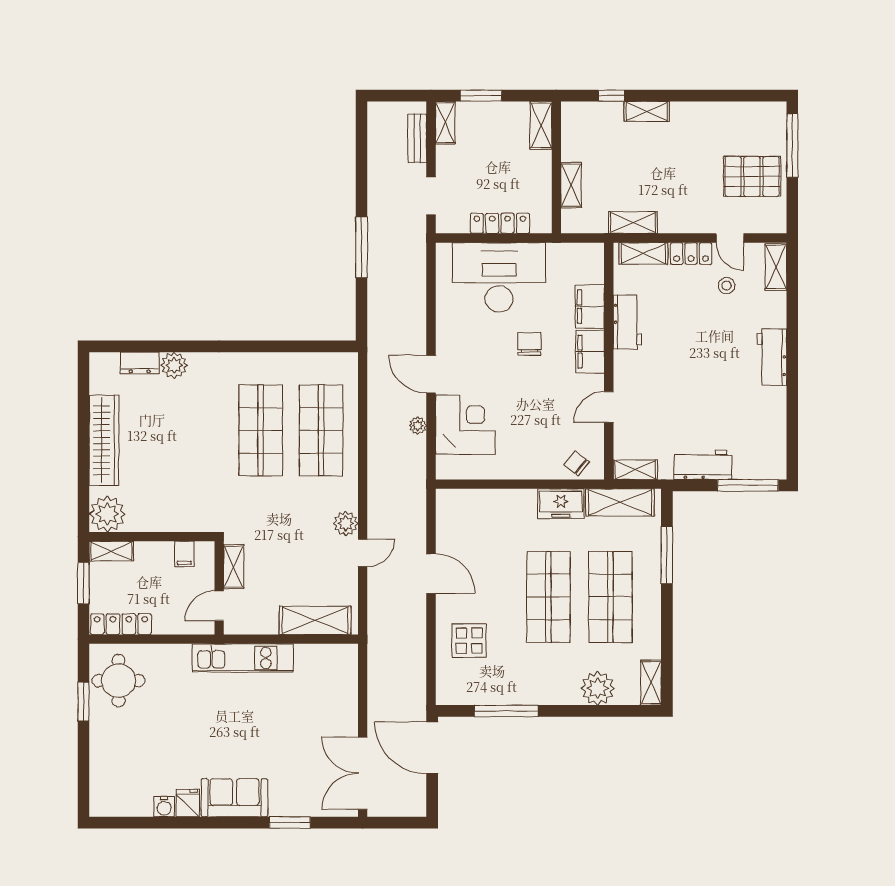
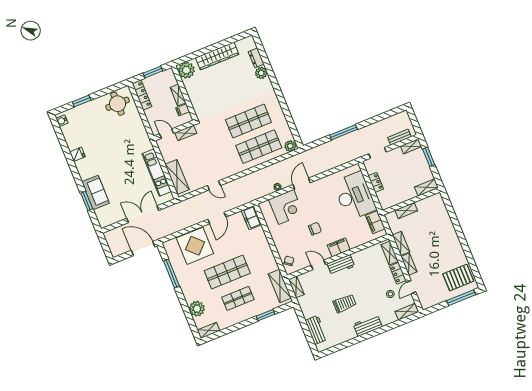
window: (611, 96) -> (451, 212), removed
shelving: (647, 111) -> (409, 264), moved
pallet: (752, 176) -> (458, 278), moved, turned 90
locker: (500, 223) -> (376, 182), width x0.66
filing cabinet: (590, 307) -> (375, 222), moved, turned -90
workbench: (627, 322) -> (341, 265), moved
chair: (529, 344) -> (315, 229), moved
trolley: (708, 386) -> (345, 303), added
workbench: (703, 465) -> (316, 330), moved
window: (748, 485) -> (309, 337), removed
freezer: (561, 504) -> (251, 218), moved
plant: (346, 523) -> (290, 146), moved
shelving: (111, 551) -> (178, 95), moved
window: (667, 555) -> (266, 315), width x0.69
shop shelf: (610, 597) -> (238, 298), width x0.70, depth x0.74
display table: (469, 641) -> (195, 246), width x1.86, depth x1.86
kitchen unit: (243, 658) -> (157, 173), moved
window: (83, 701) -> (82, 101), moved
door: (432, 748) -> (143, 249), hinge flipped
double door: (363, 773) -> (143, 214), moved
sofa: (234, 798) -> (96, 192), moved
water cooler: (164, 807) -> (62, 121), moved

